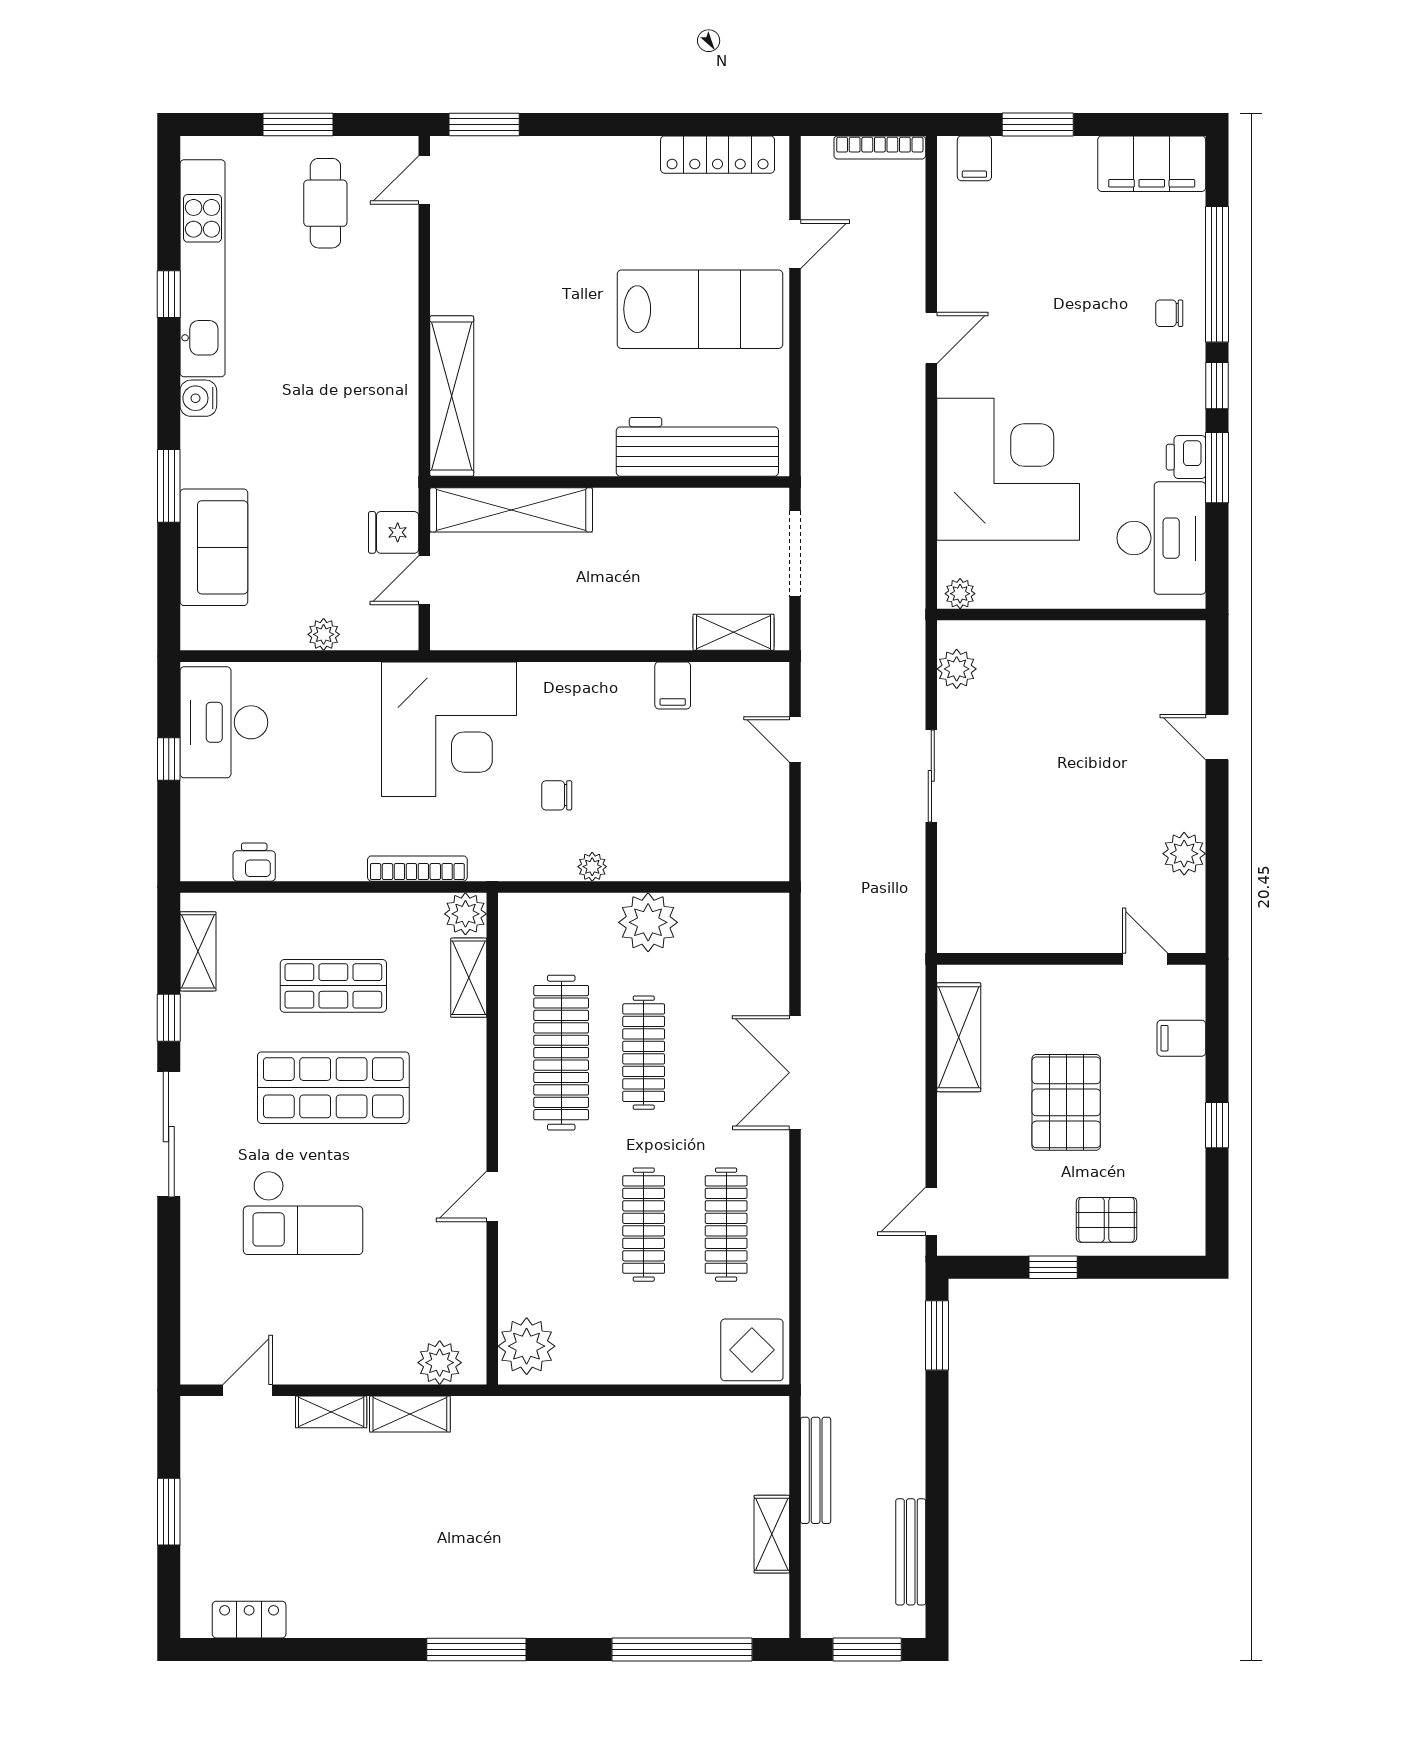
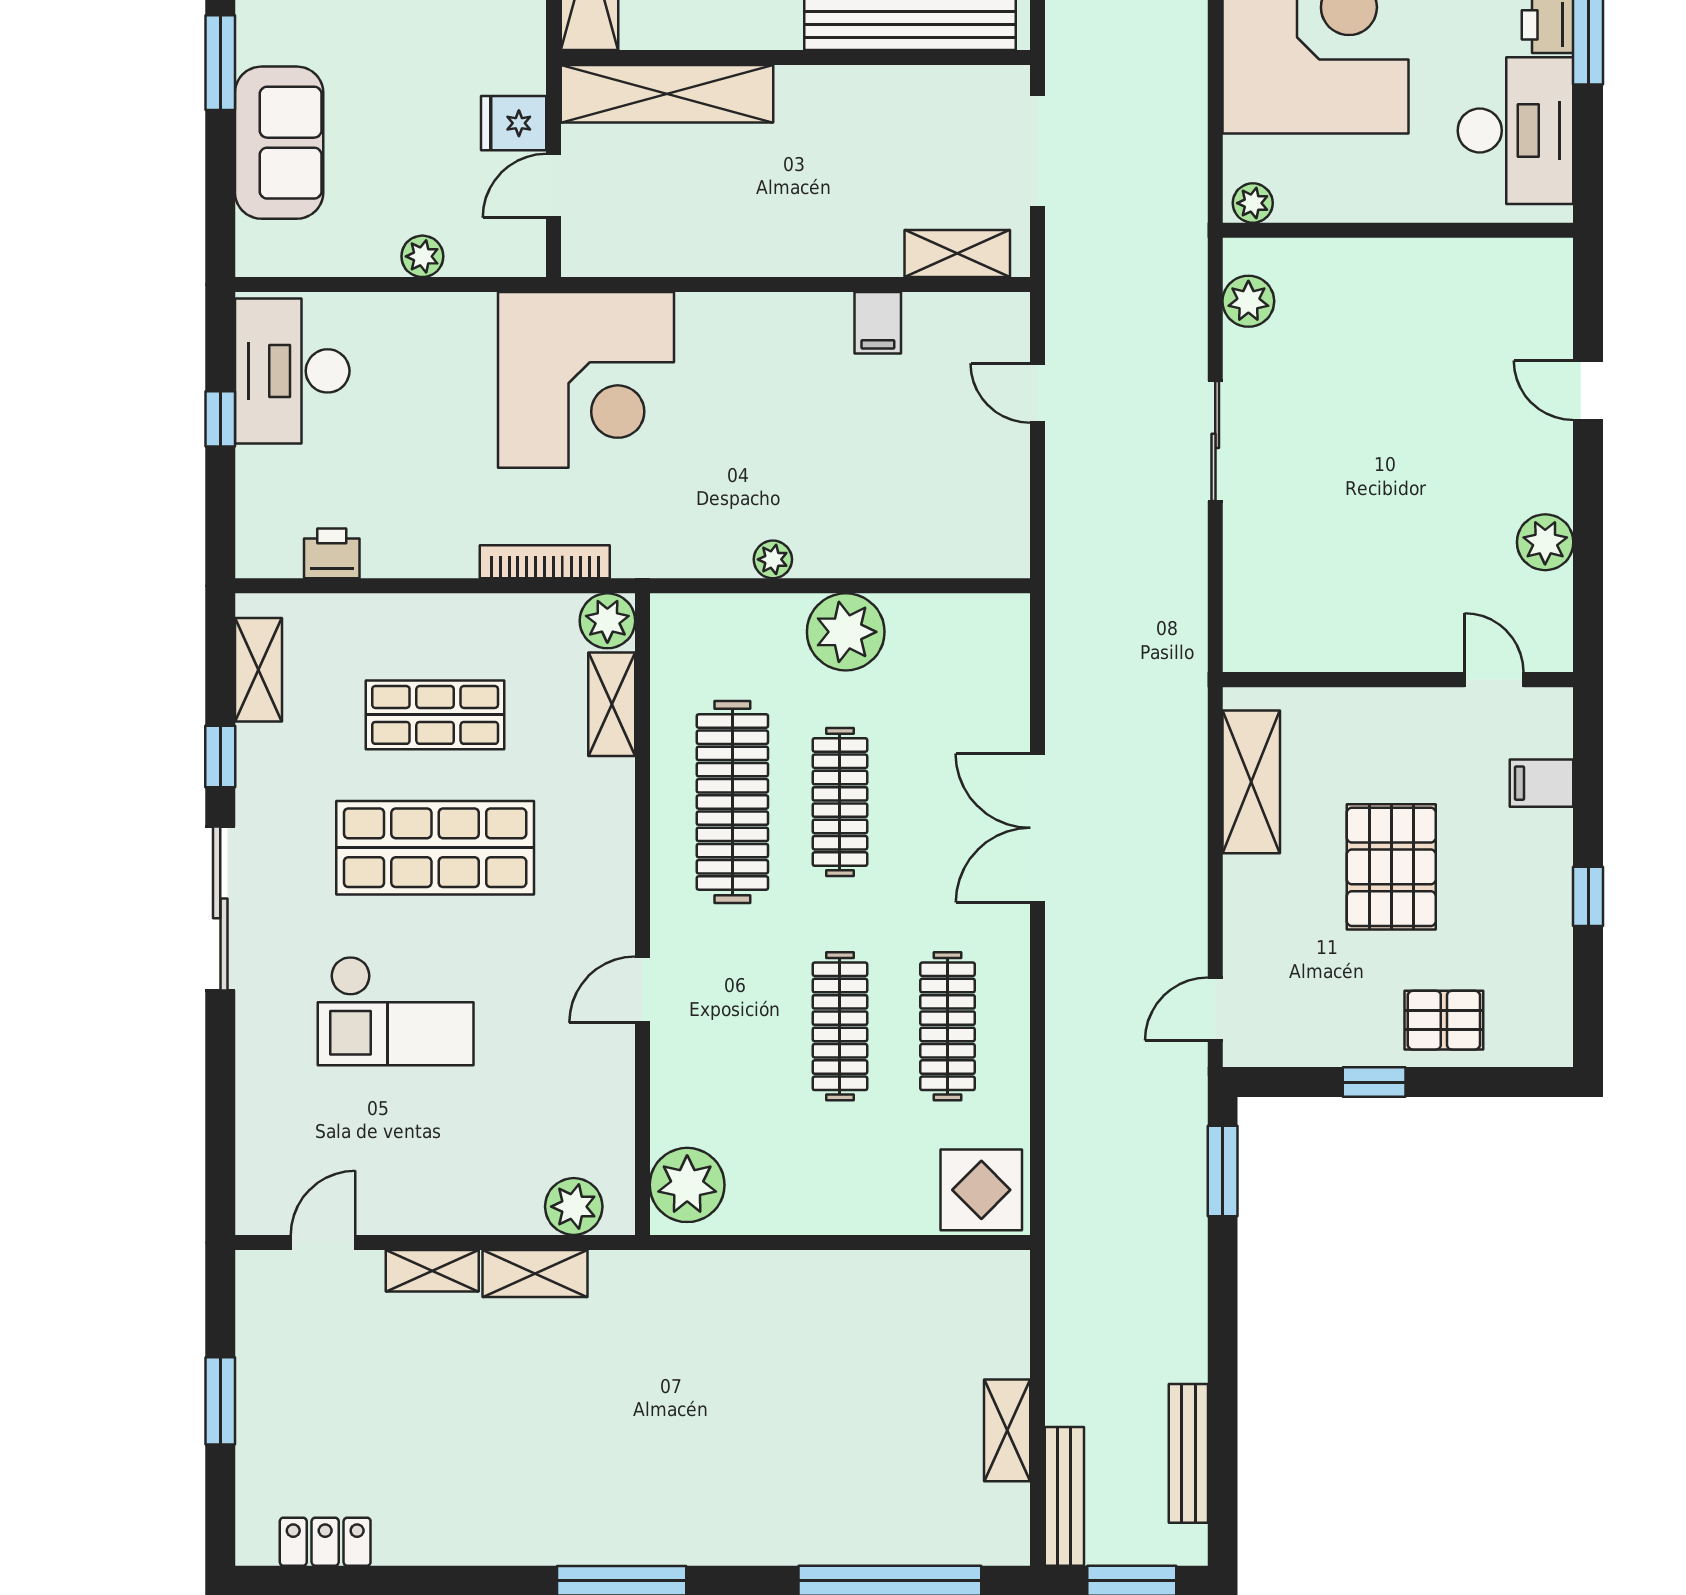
chair: (557, 795) -> (727, 466), removed
bench: (816, 1470) -> (1064, 1496), moved

